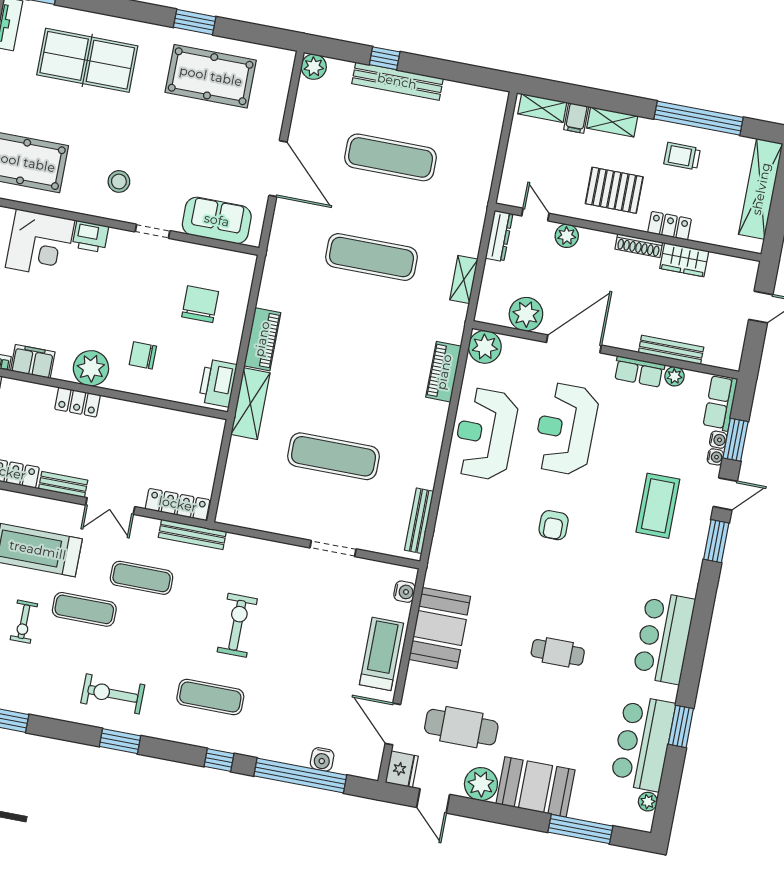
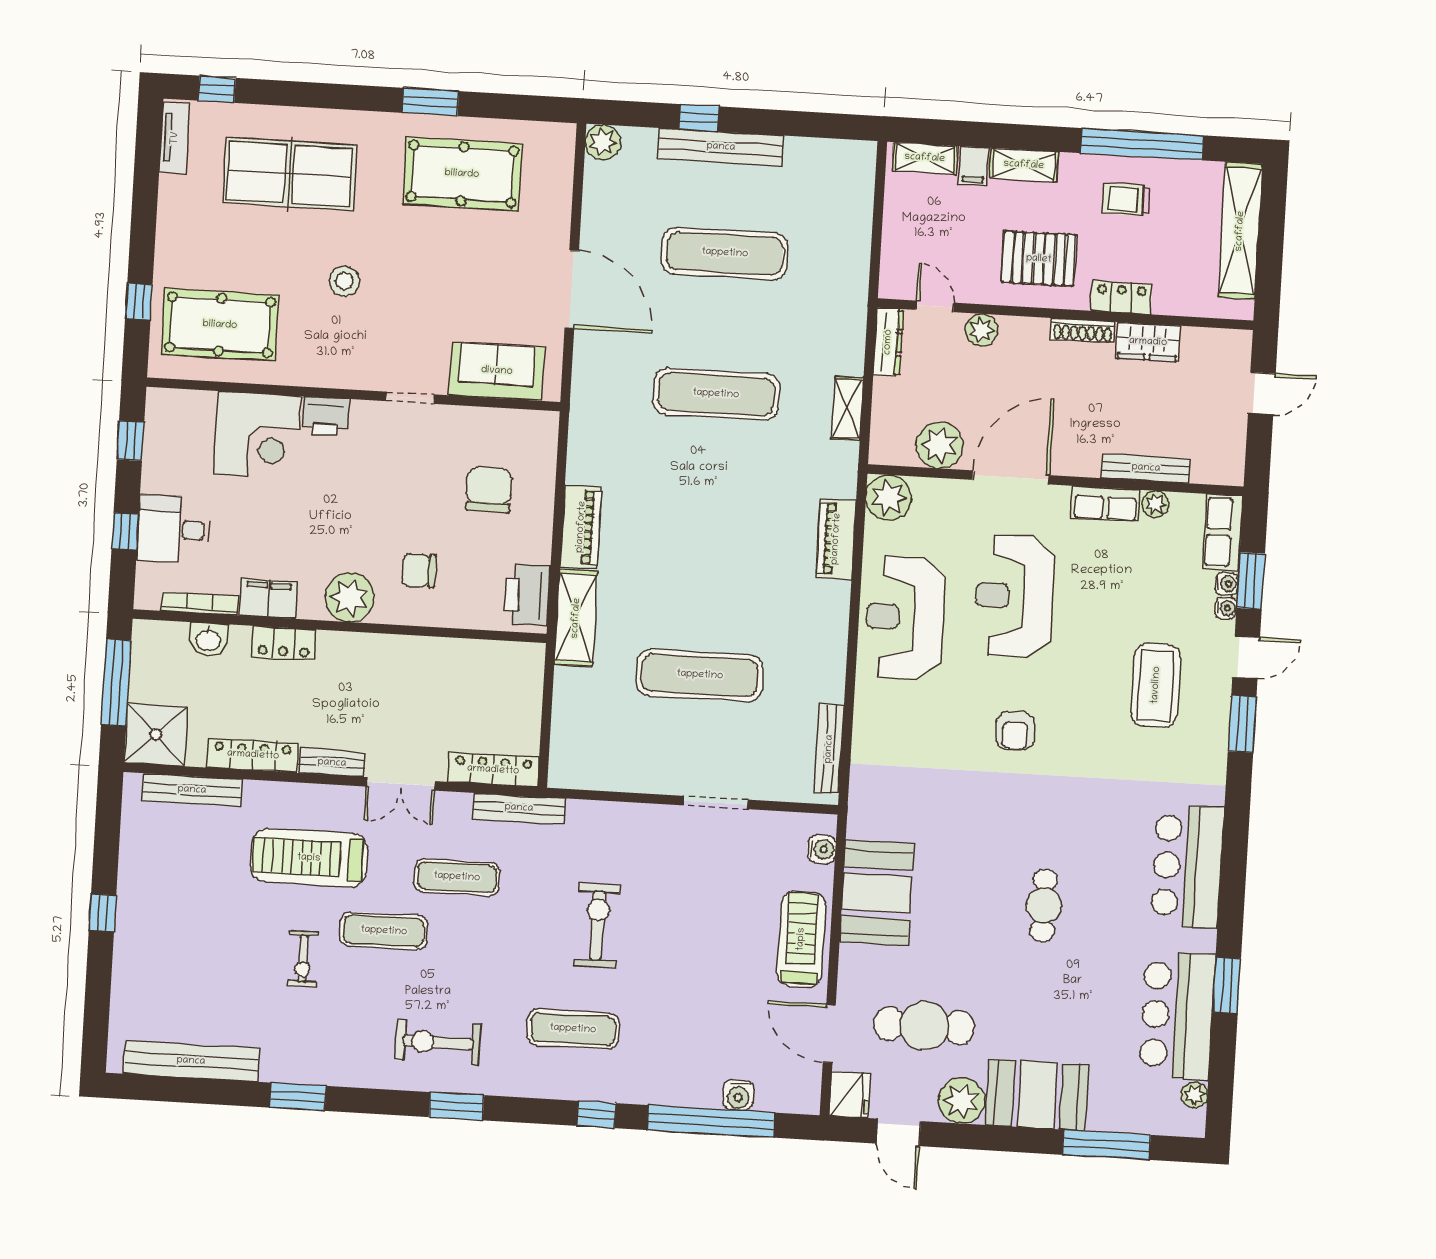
stool: (119, 181) -> (344, 281), moved
locker: (78, 402) -> (284, 643), moved
cafe table: (558, 652) -> (1044, 905), turned 90

